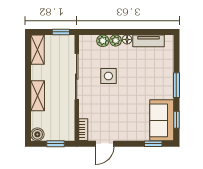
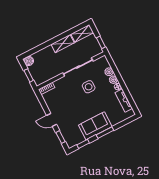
shelving: (38, 96) -> (63, 44), moved
sofa: (162, 120) -> (95, 126), moved
door: (105, 144) -> (52, 120), moved

